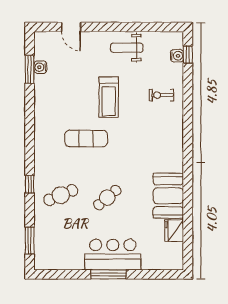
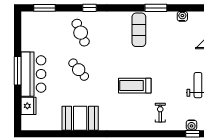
window: (30, 69) -> (156, 8), moved
treadmill: (109, 97) -> (135, 86), moved
exercise mat: (86, 138) -> (139, 30), moved
fridge: (174, 230) -> (28, 106), moved, turned 90

